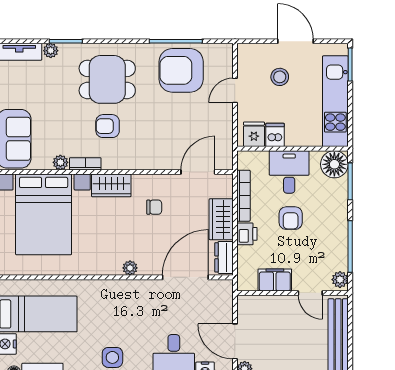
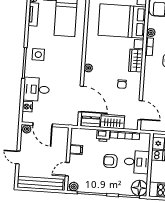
filing cabinet: (275, 280) -> (76, 150), width x0.50
door: (235, 341) -> (43, 125), swing flipped

